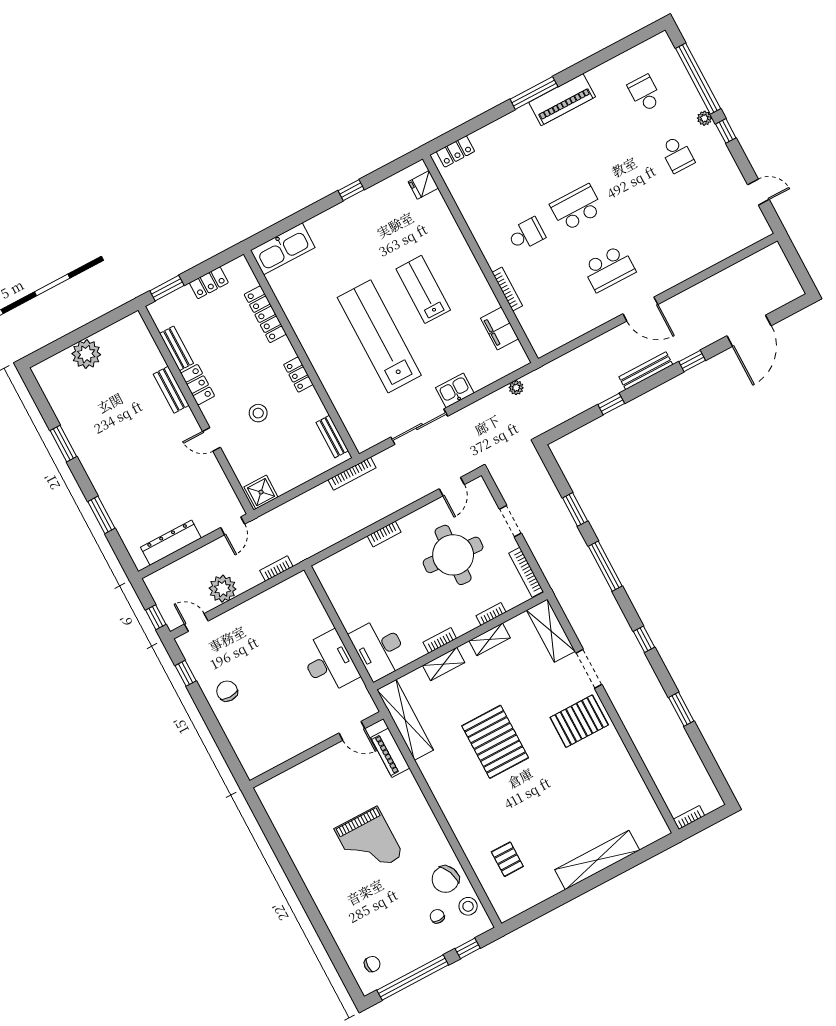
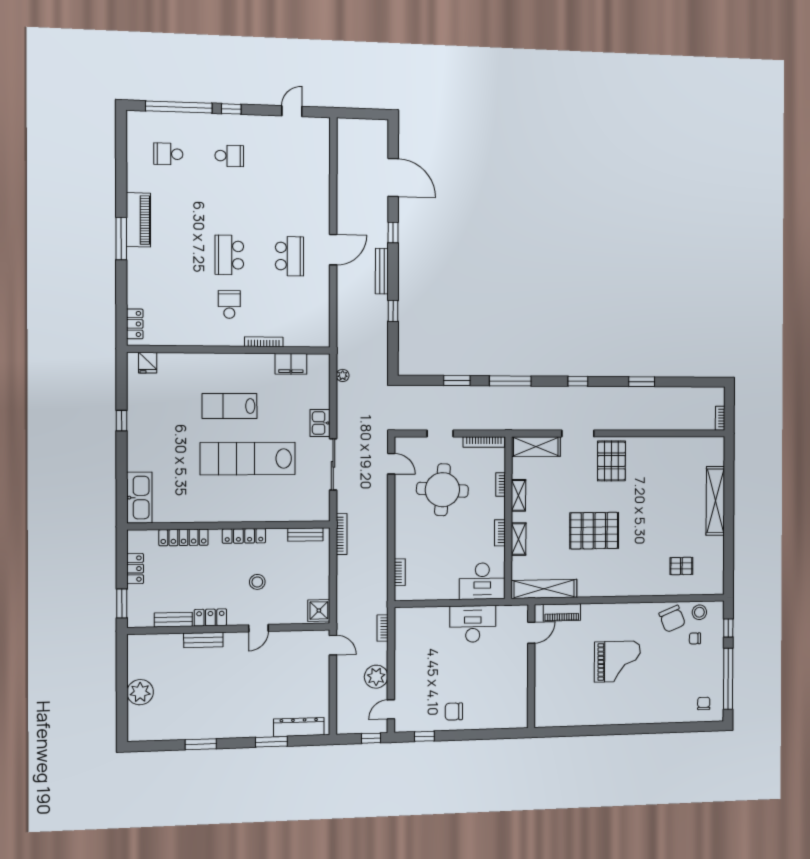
plant: (704, 118) -> (213, 120), removed
locker: (298, 375) -> (244, 536), width x1.53
bookcase: (384, 534) -> (400, 572), moved
dresser: (171, 543) -> (299, 727), moved, turned 90

